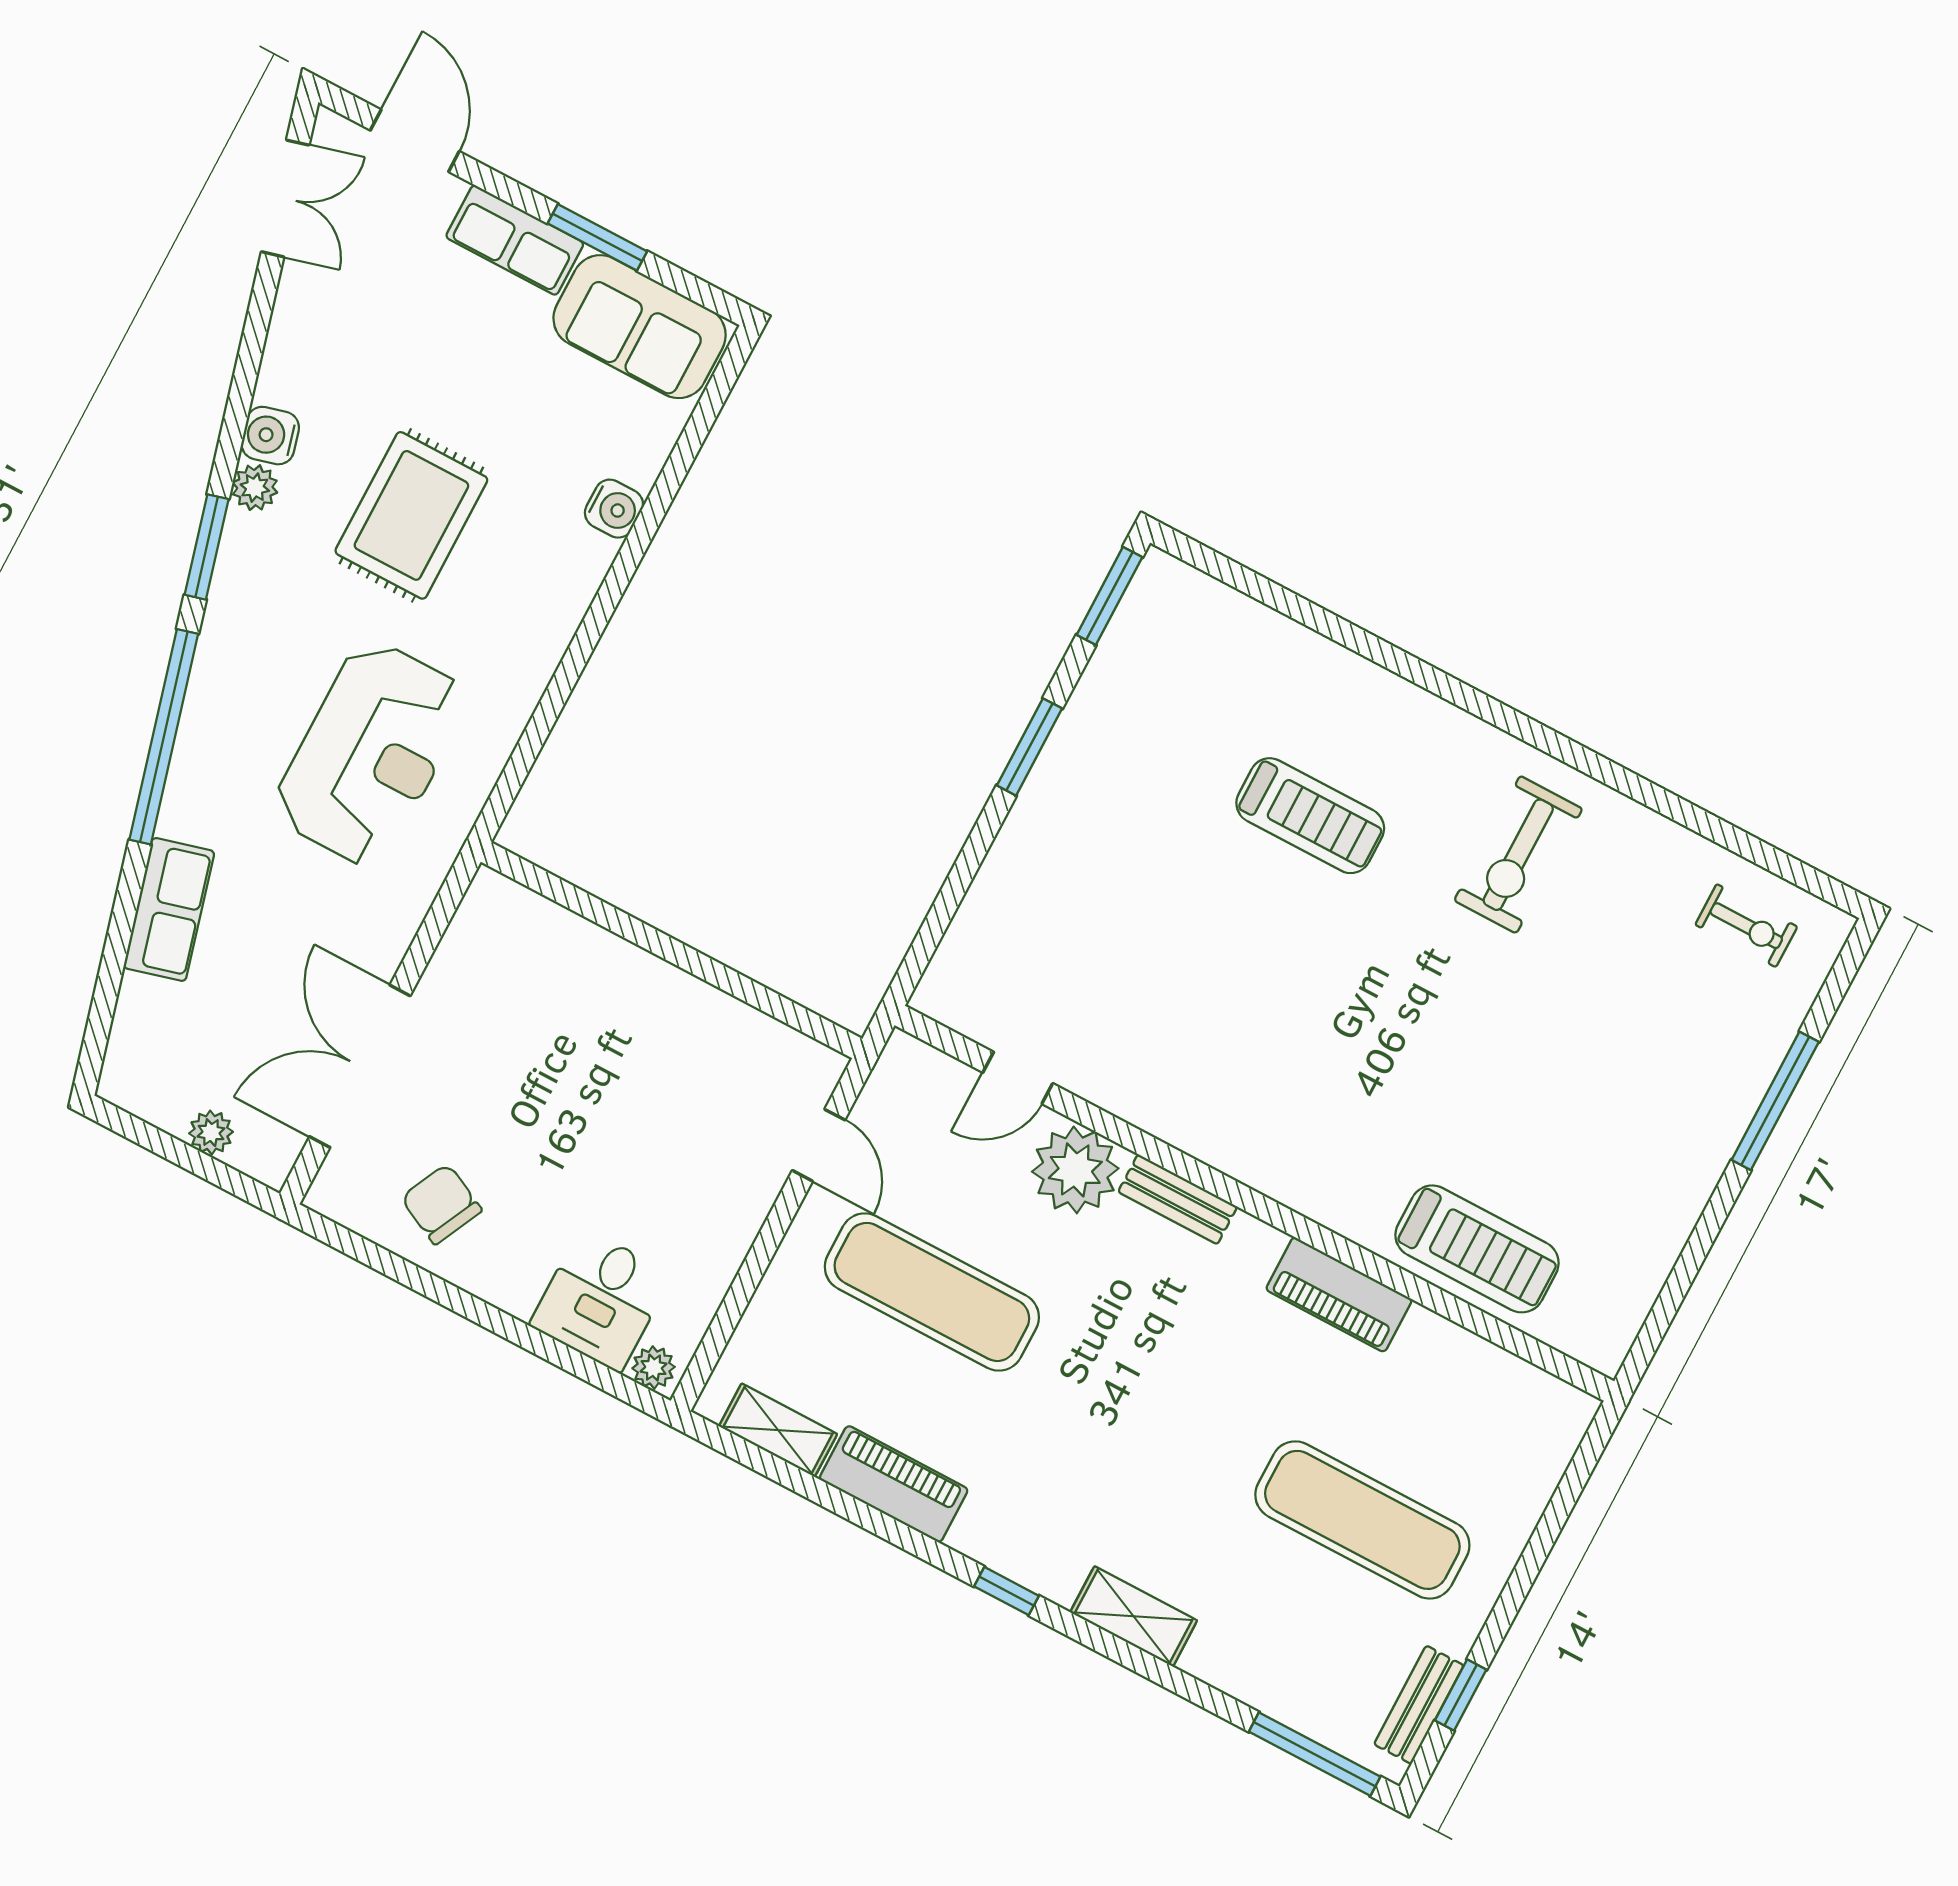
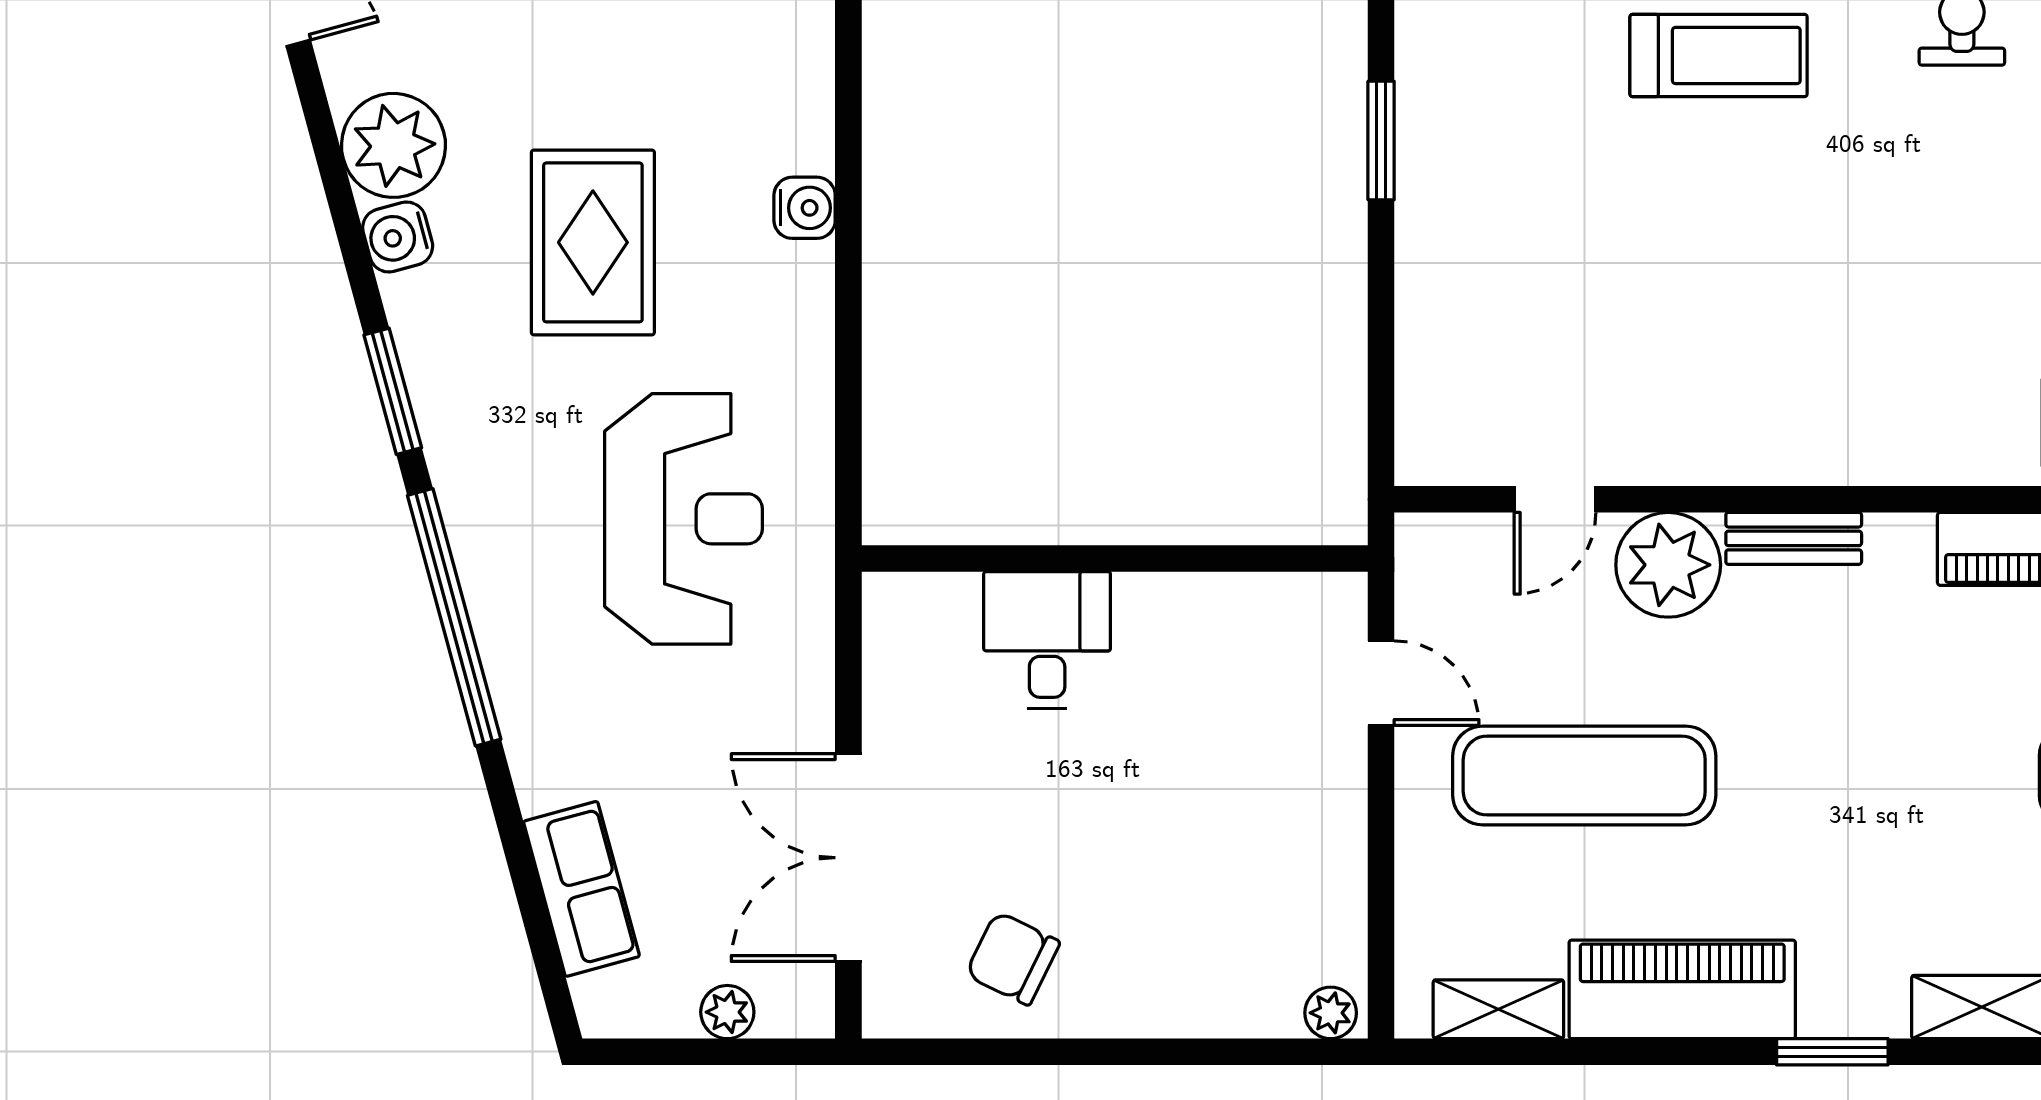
plant: (255, 488) -> (394, 145), moved, width x1.88, depth x1.88
water cooler: (614, 509) -> (805, 208), moved
row of seats: (169, 909) -> (581, 889), moved
desk: (601, 1300) -> (1047, 640), moved, turned 180
piano: (894, 1484) -> (1682, 989), width x1.37, depth x1.33
window: (1007, 1591) -> (1832, 1052), width x1.50

